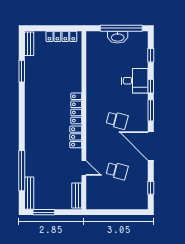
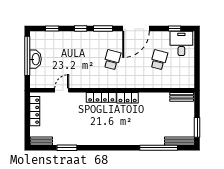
desk: (135, 81) -> (181, 43), moved
door: (84, 168) -> (62, 90), moved

